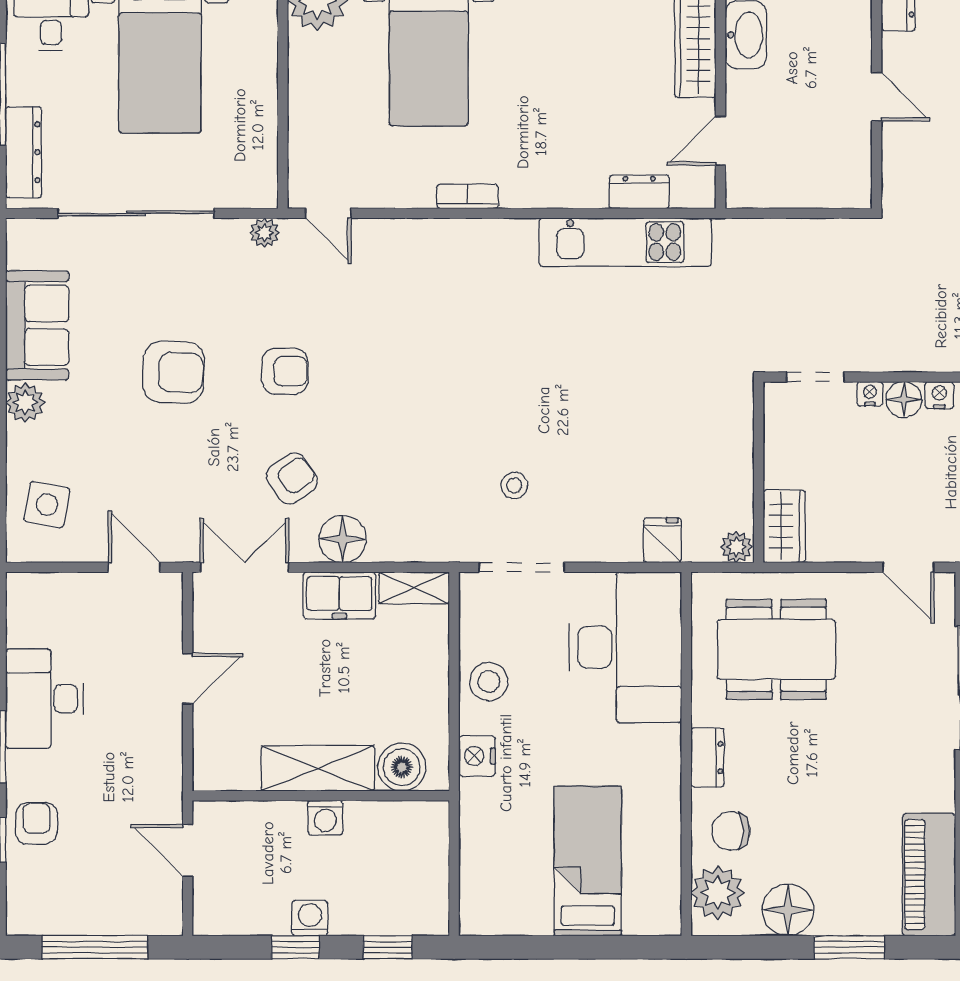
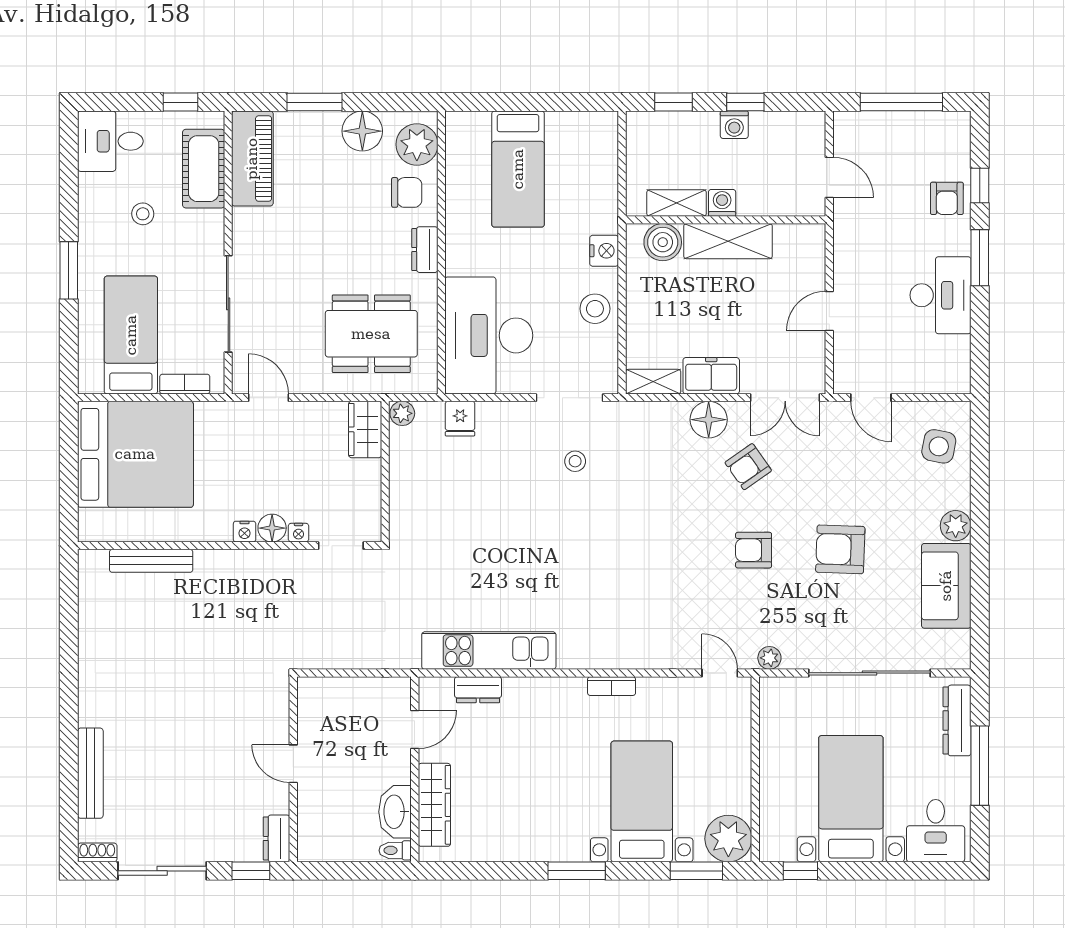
shelving: (384, 817) -> (677, 203), added

